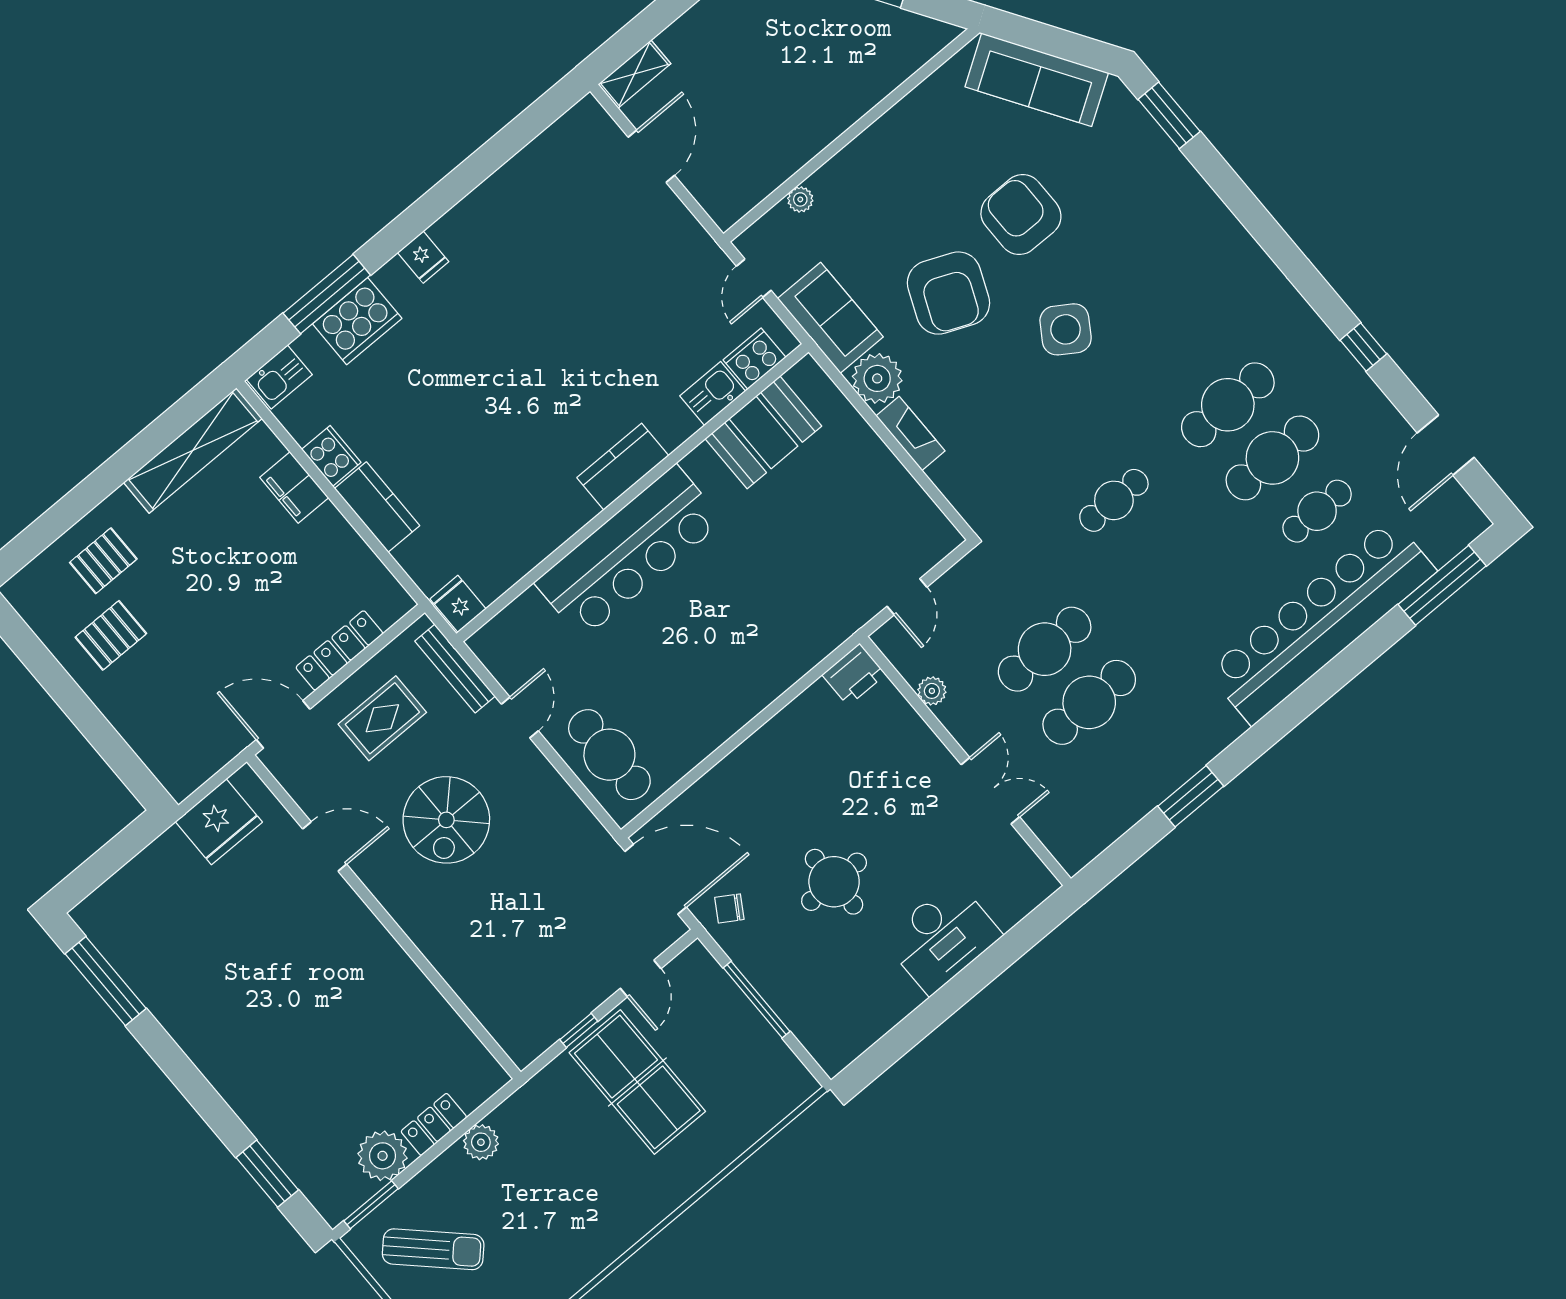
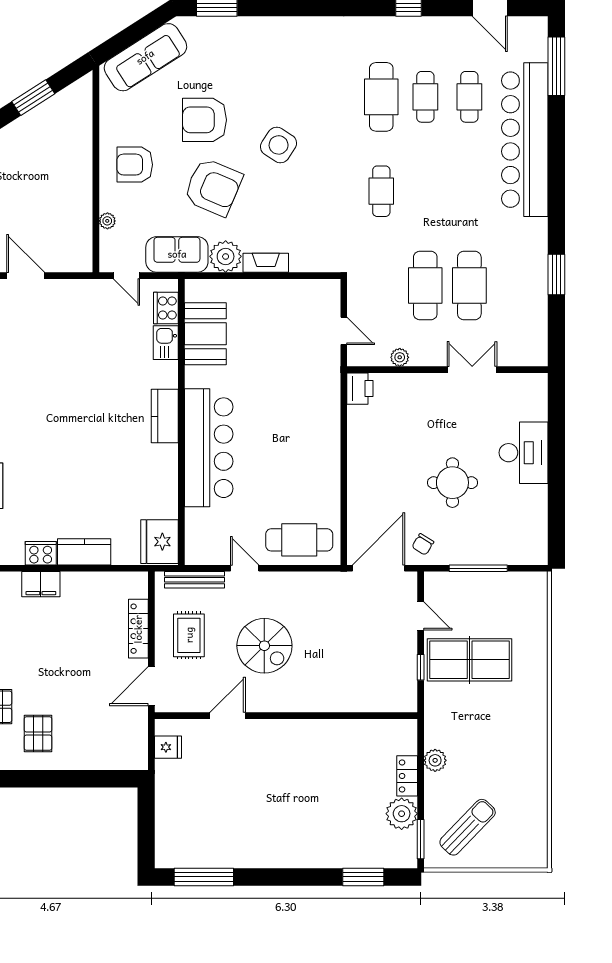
armchair: (896, 175) -> (135, 165), added
cafe table: (1272, 458) -> (425, 97), width x0.73, depth x0.74
fridge: (458, 604) -> (159, 542), width x1.88, depth x1.34
fridge: (219, 822) -> (168, 747), width x0.53, depth x0.75

